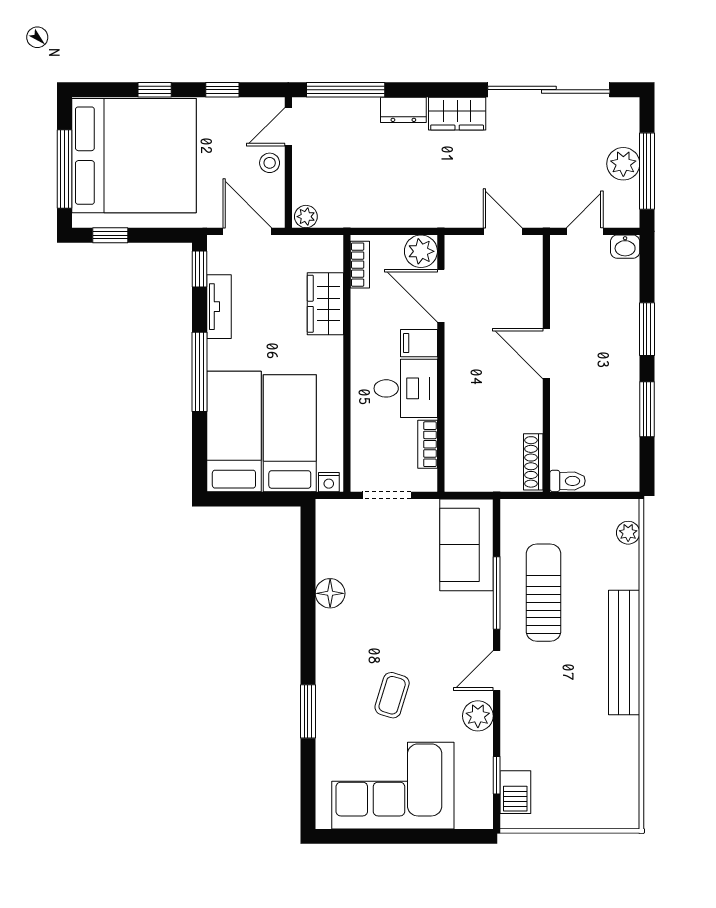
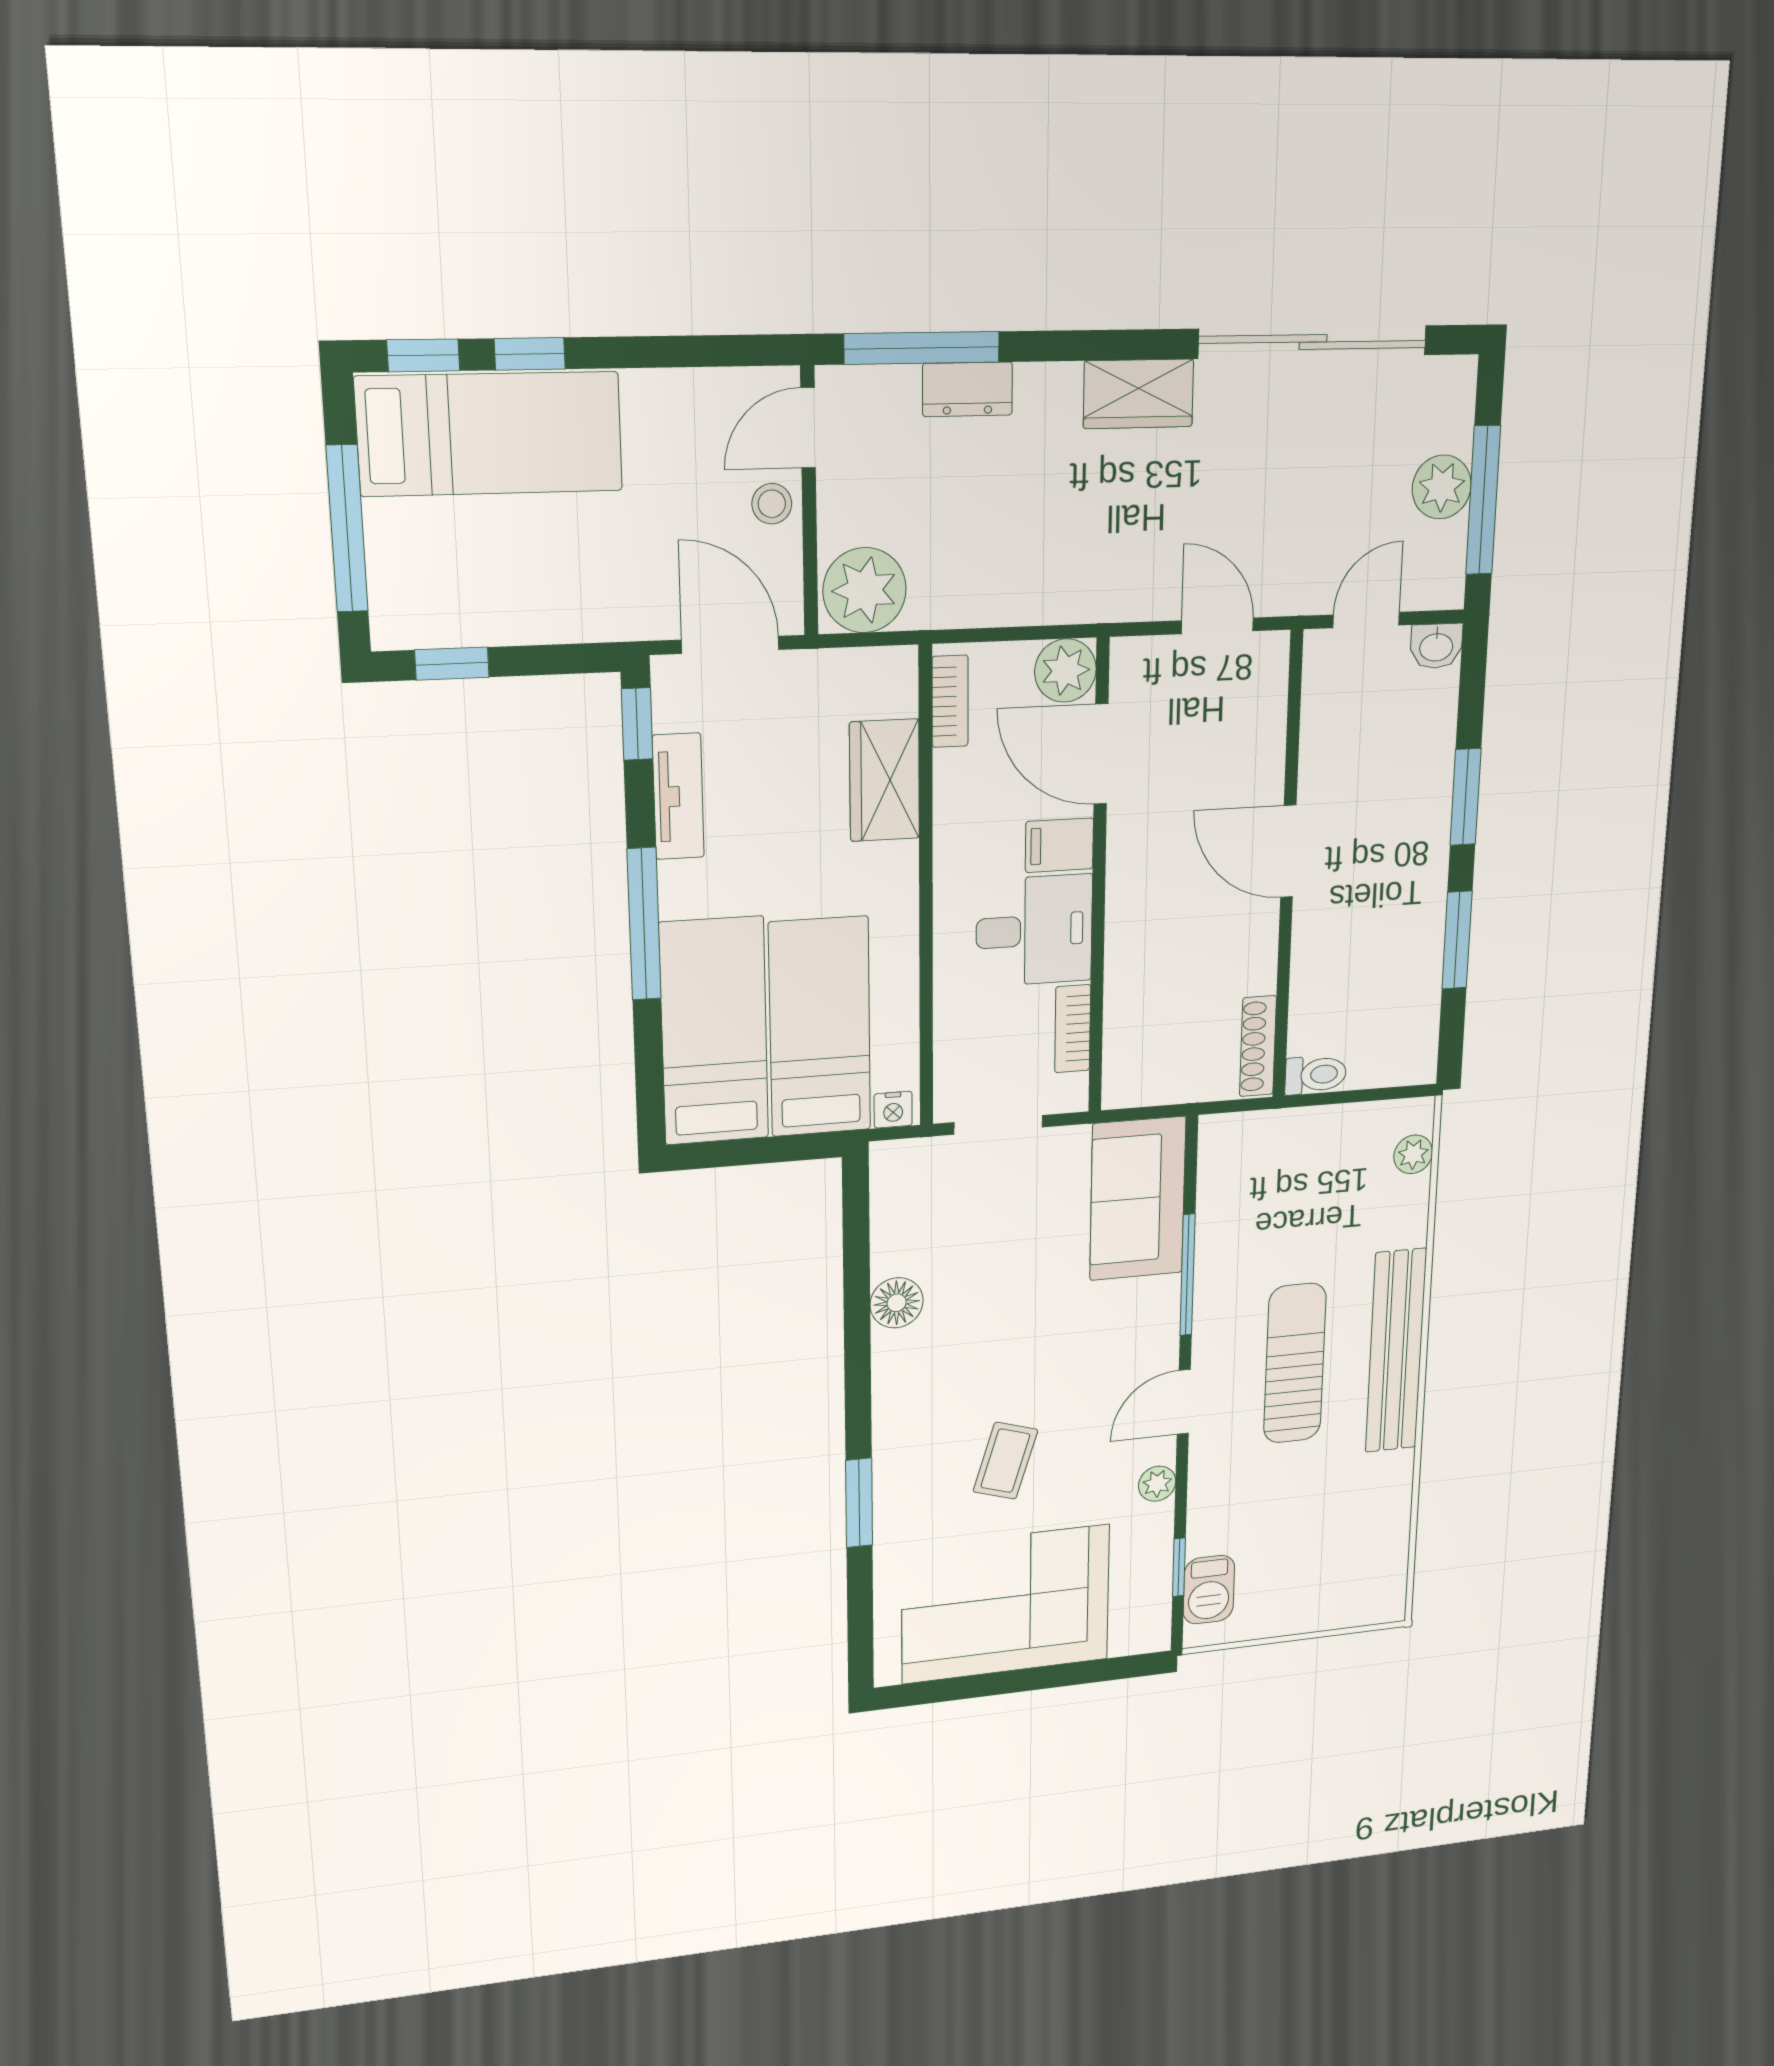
window: (222, 90) -> (423, 355), moved
dresser: (403, 110) -> (967, 389), moved
bed: (134, 156) -> (490, 434), width x0.49
plant: (306, 217) -> (865, 590), width x1.88, depth x1.88
sun lounger: (544, 593) -> (1295, 1363), moved
plant: (478, 716) -> (1157, 1484), width x0.73, depth x0.73

